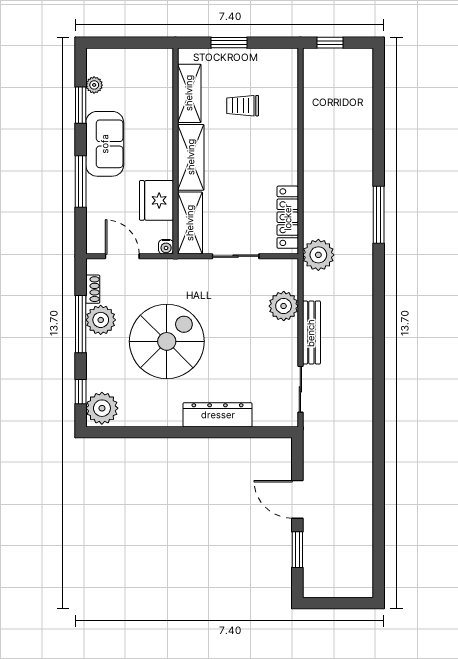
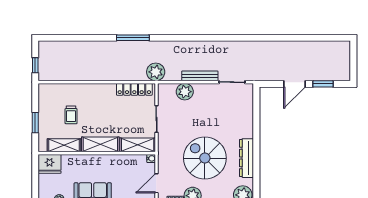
fridge: (156, 200) -> (50, 164), moved
dresser: (218, 415) -> (247, 158), moved

